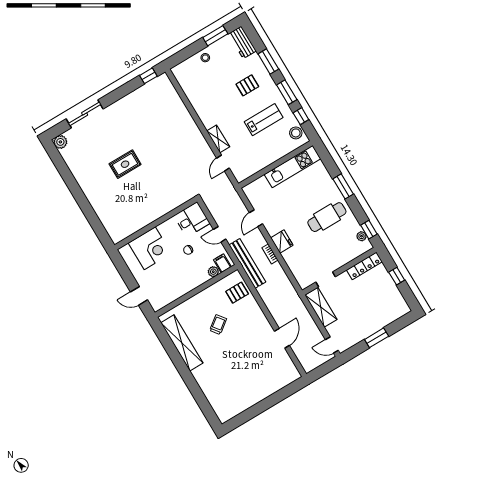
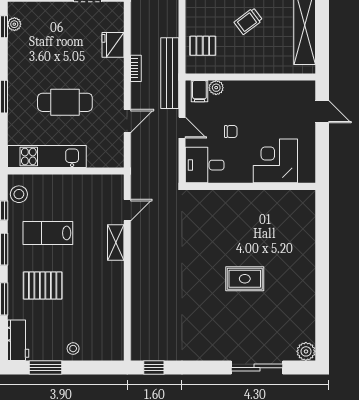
pallet: (247, 85) -> (43, 286), width x1.50, depth x1.42
cafe table: (327, 217) -> (65, 102), moved
fridge: (282, 241) -> (113, 45), moved

